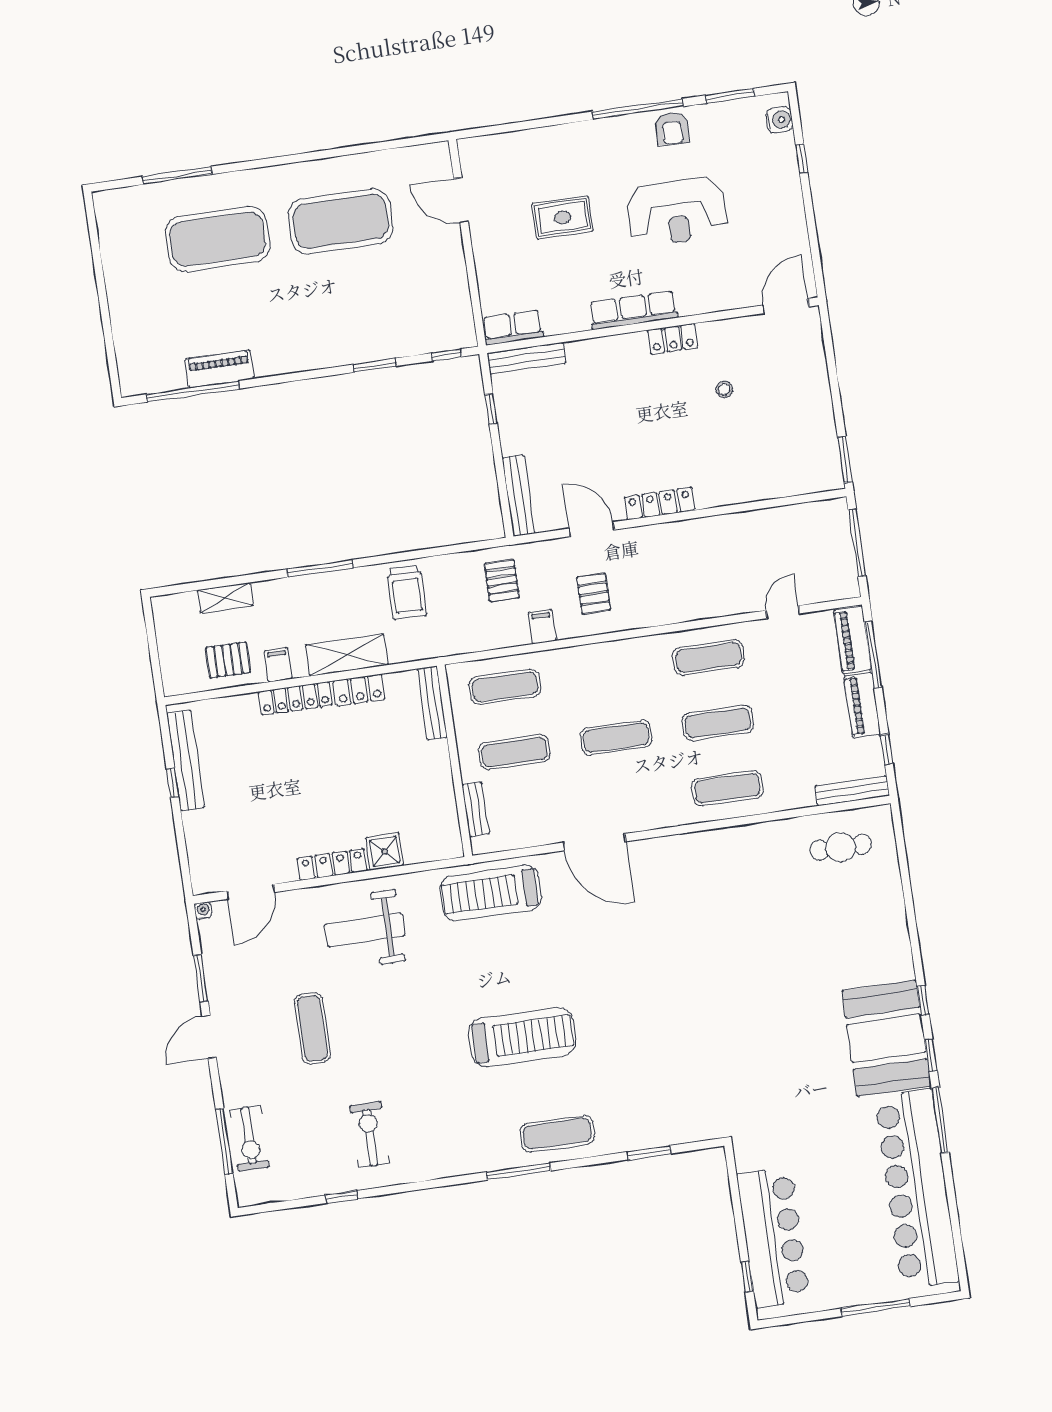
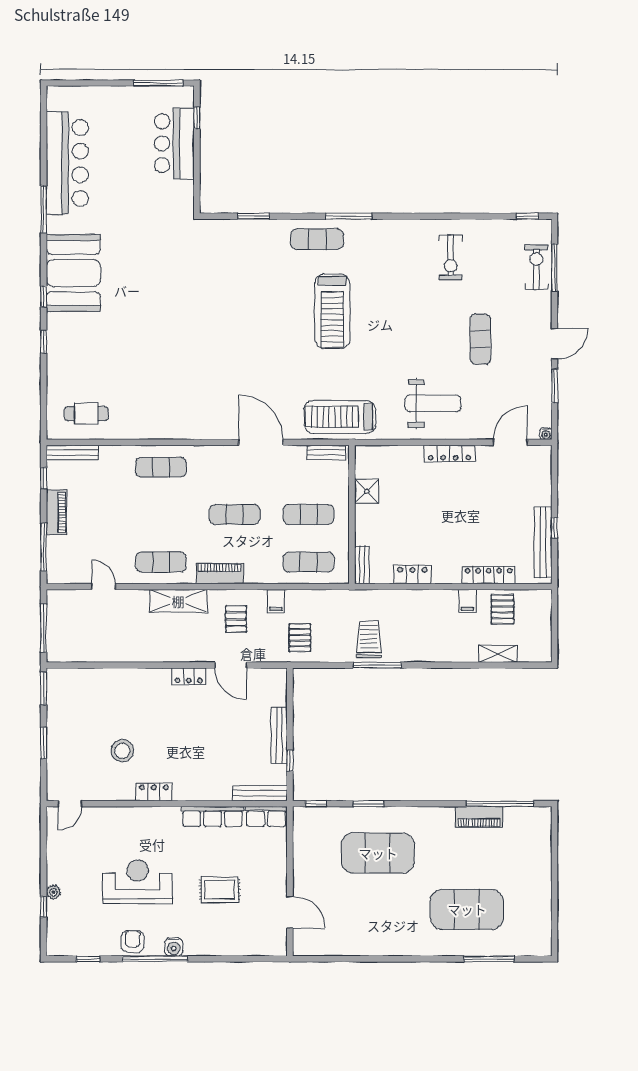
window: (730, 96) -> (88, 959), width x0.67
water cooler: (779, 120) -> (174, 947), moved, turned -90
plant: (791, 181) -> (53, 892), added
exercise mat: (341, 221) -> (378, 853), moved
door: (786, 306) -> (70, 804), width x0.73
row of seats: (633, 310) -> (213, 817), moved
window: (834, 384) -> (44, 743), added
stool: (724, 389) -> (122, 751), width x1.89, depth x1.89
bench: (519, 496) -> (279, 735), moved
locker: (660, 504) -> (189, 676), width x0.66
window: (320, 568) -> (377, 665), moved
door: (783, 612) -> (104, 587), swing flipped
piano: (853, 640) -> (220, 573), moved, turned -90
shelving: (347, 655) -> (178, 601), moved
pallet: (228, 660) -> (502, 609), turned 90
locker: (295, 698) -> (489, 575), moved
bench: (432, 703) -> (362, 565), width x0.73
exercise mat: (718, 723) -> (161, 515), removed
bench: (475, 809) -> (326, 452), moved, turned 90
shower: (385, 851) -> (367, 491), moved
treadmill: (491, 893) -> (340, 417), turned 180
treadmill: (522, 1037) -> (332, 311), turned -90
window: (931, 1055) -> (44, 342), moved
bar counter: (917, 1189) -> (67, 163), width x0.73
window: (342, 1197) -> (527, 216), moved
bar counter: (773, 1237) -> (174, 143), width x0.73
window: (876, 1307) -> (158, 83), moved

